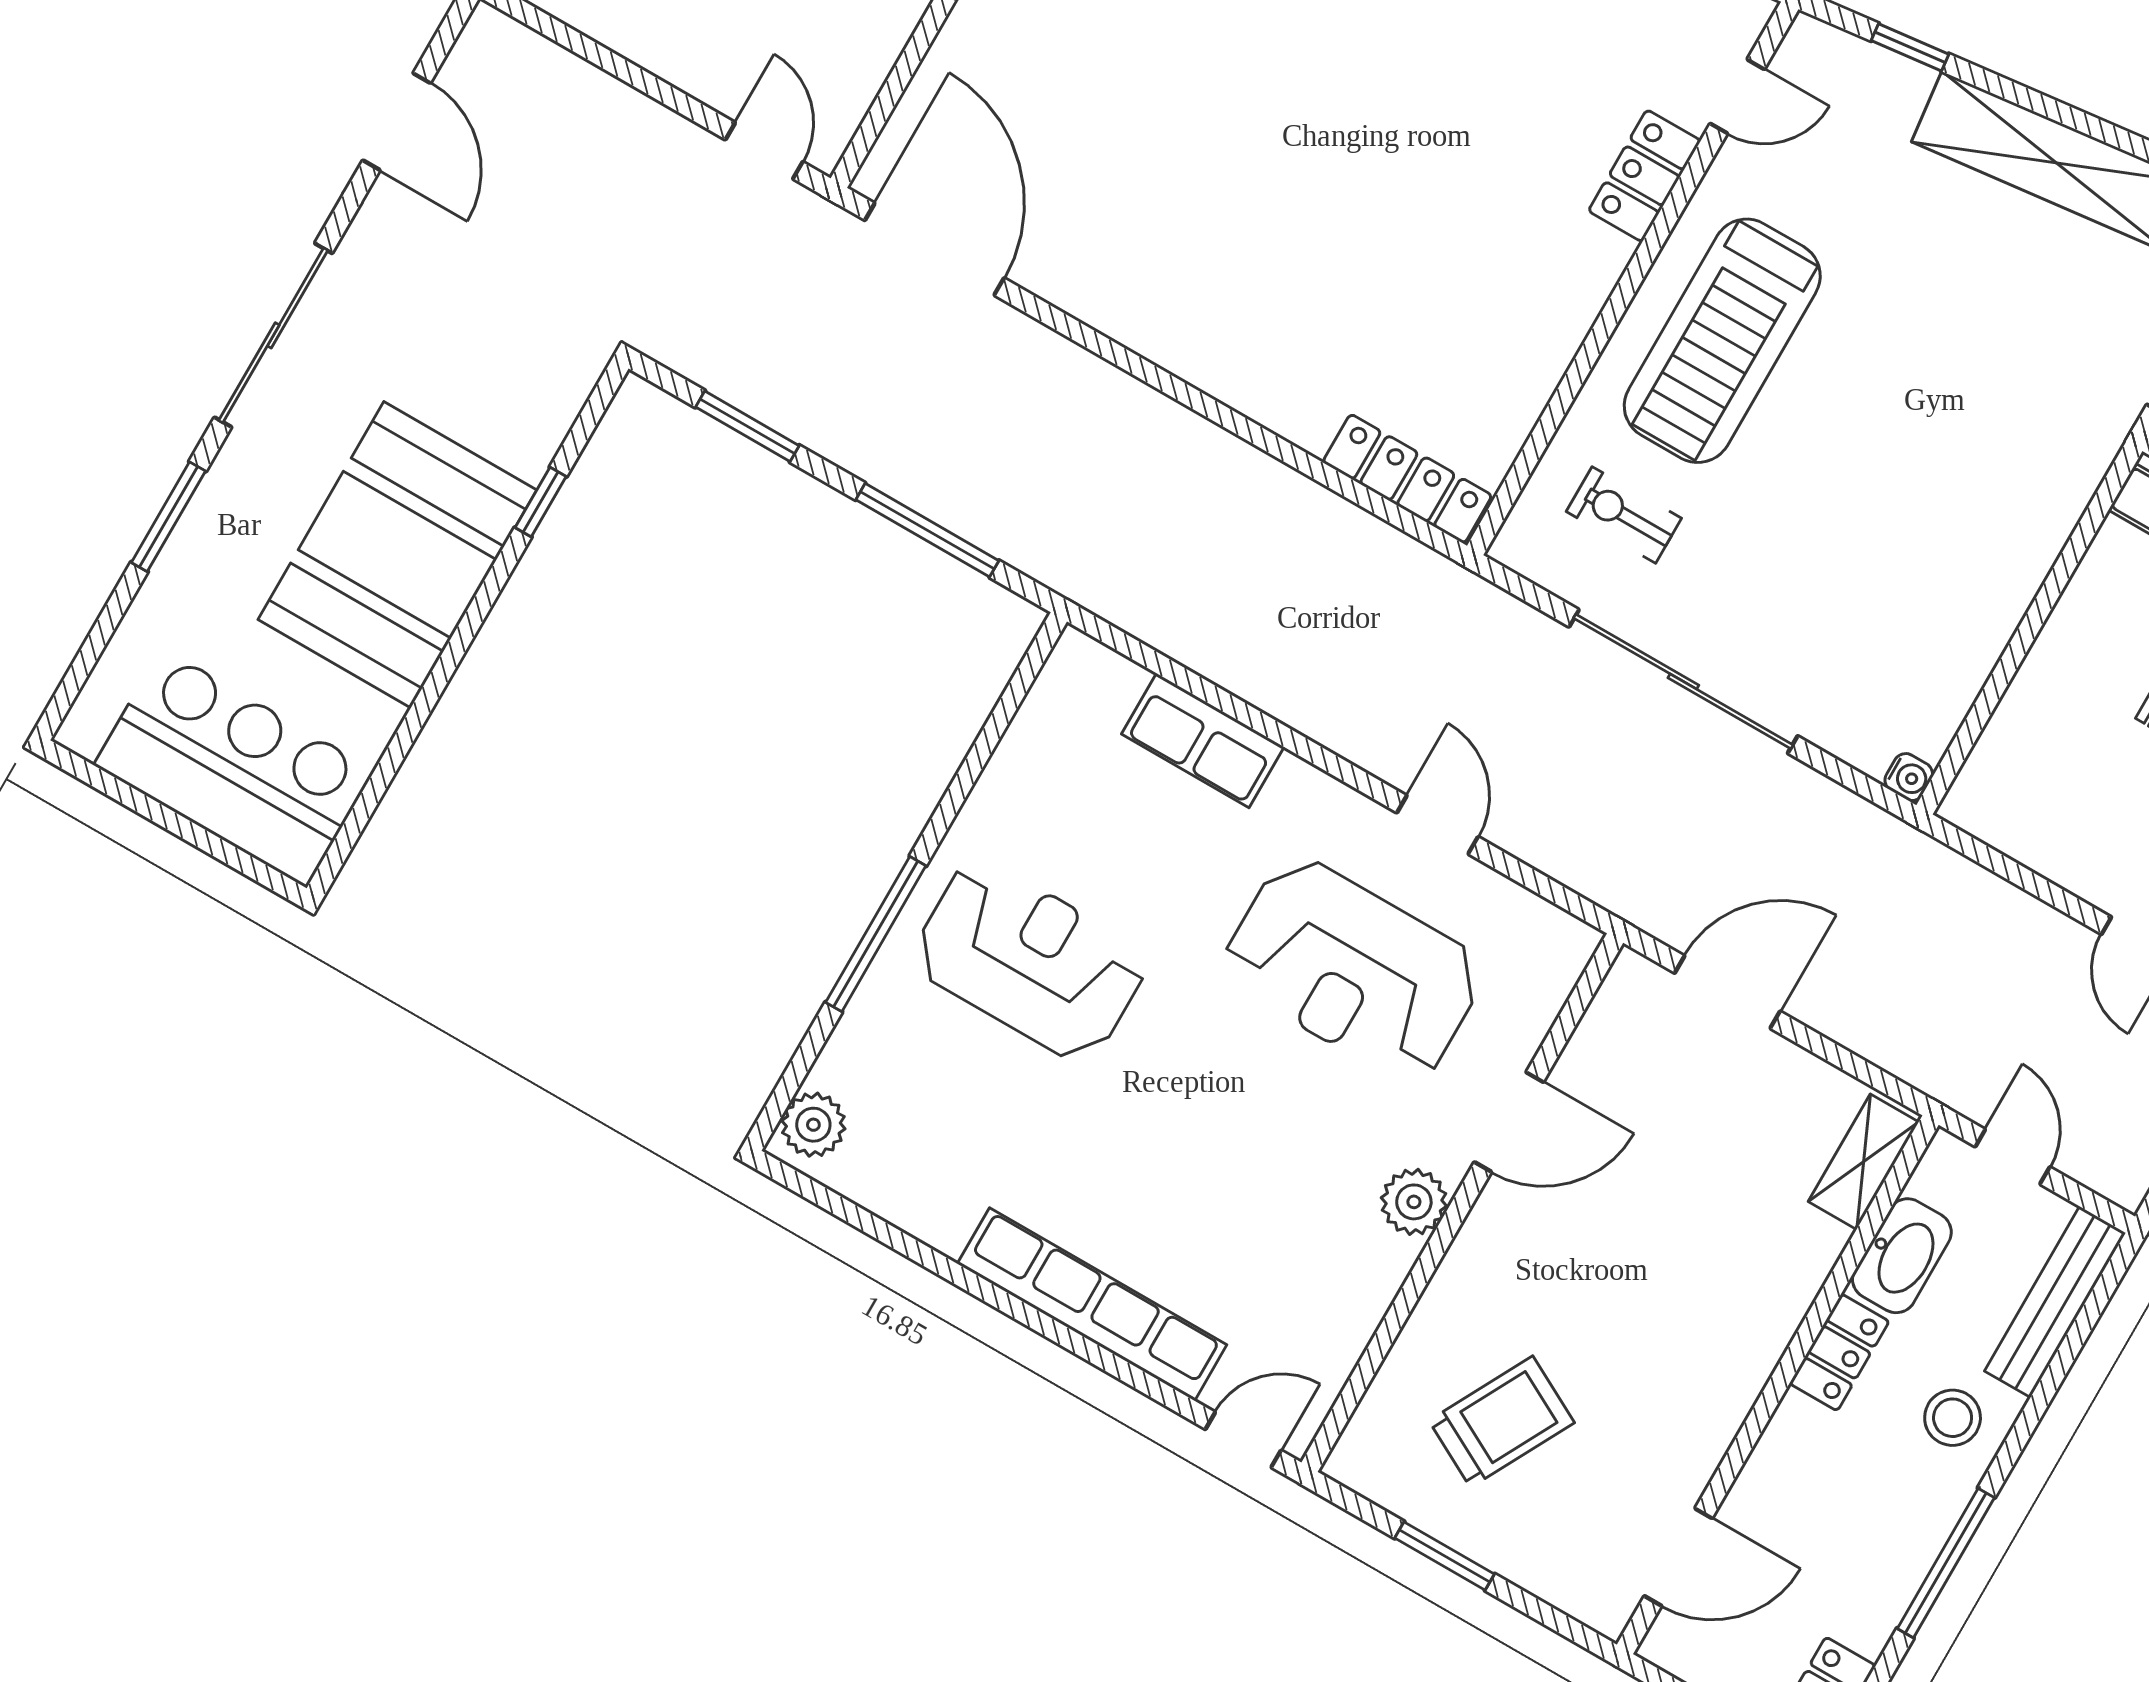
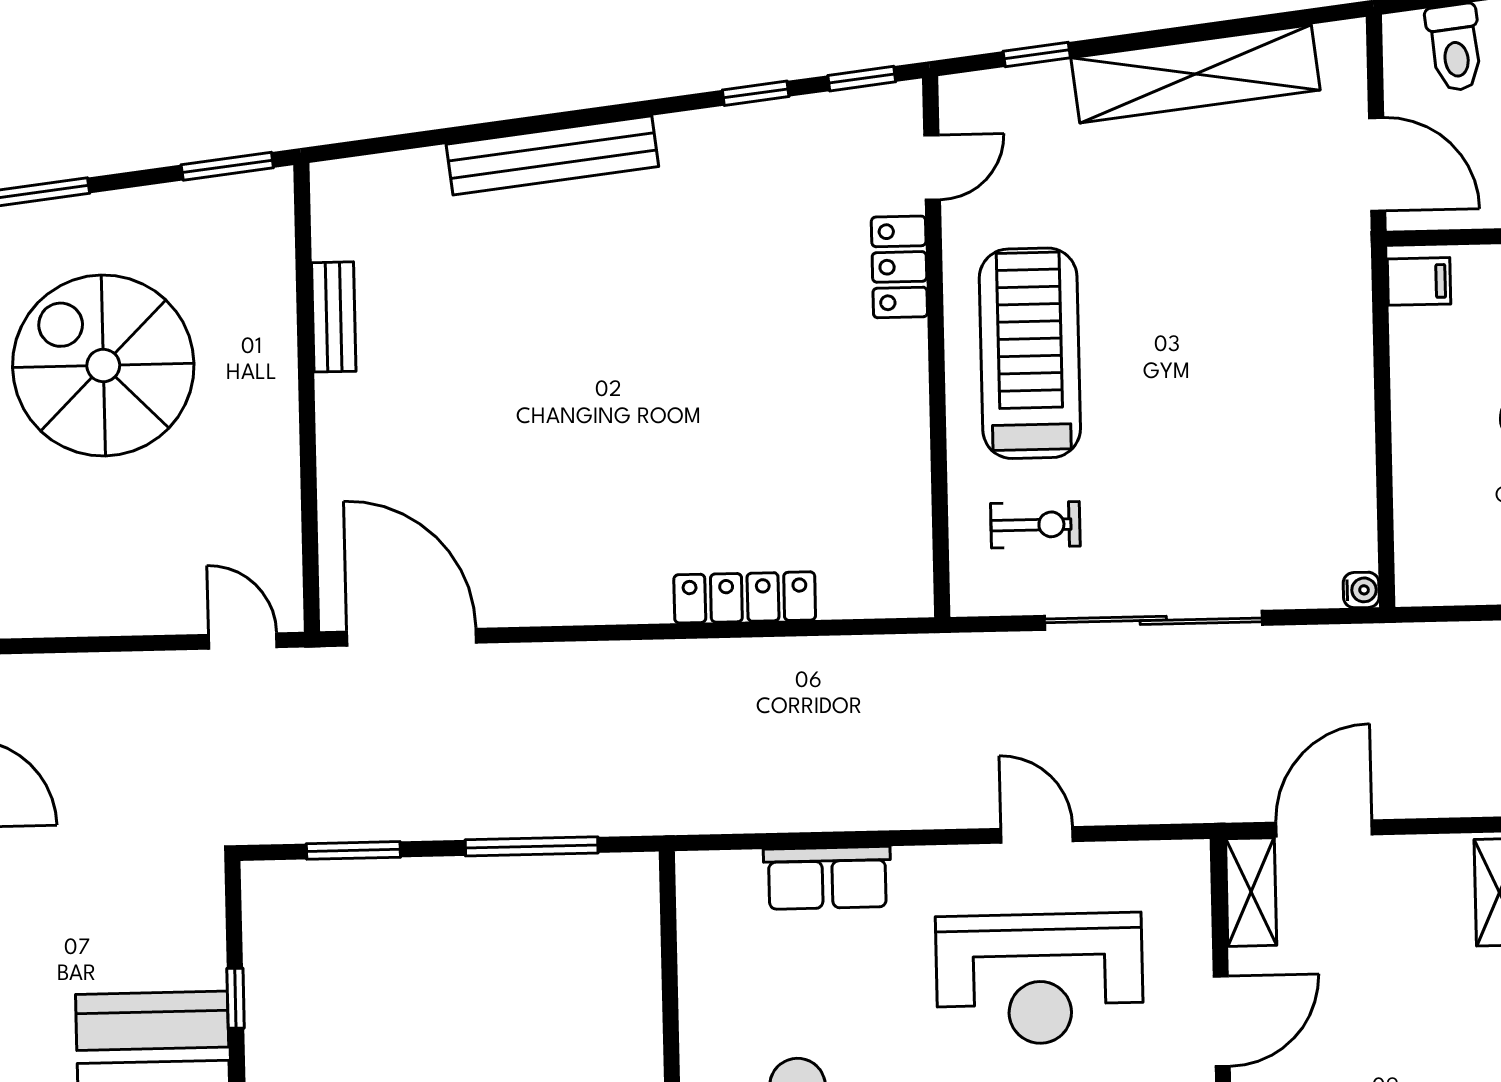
treadmill: (1722, 341) -> (1030, 353), turned 180
locker: (1407, 479) -> (745, 597), moved
exercise bike: (1624, 515) -> (1035, 525), turned 180
shelving: (1616, 1011) -> (1251, 892), added

